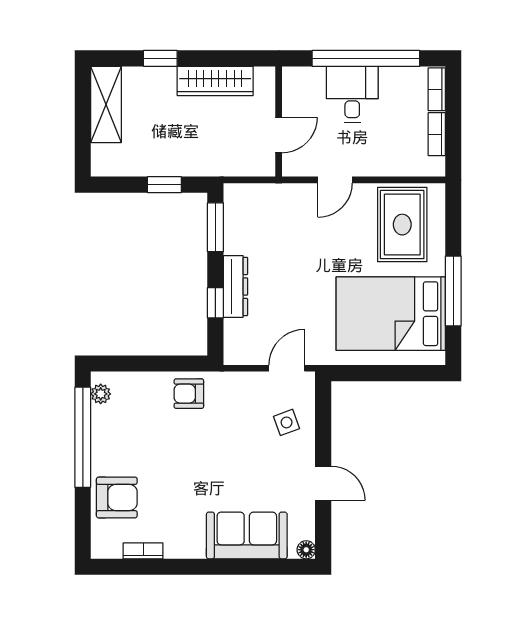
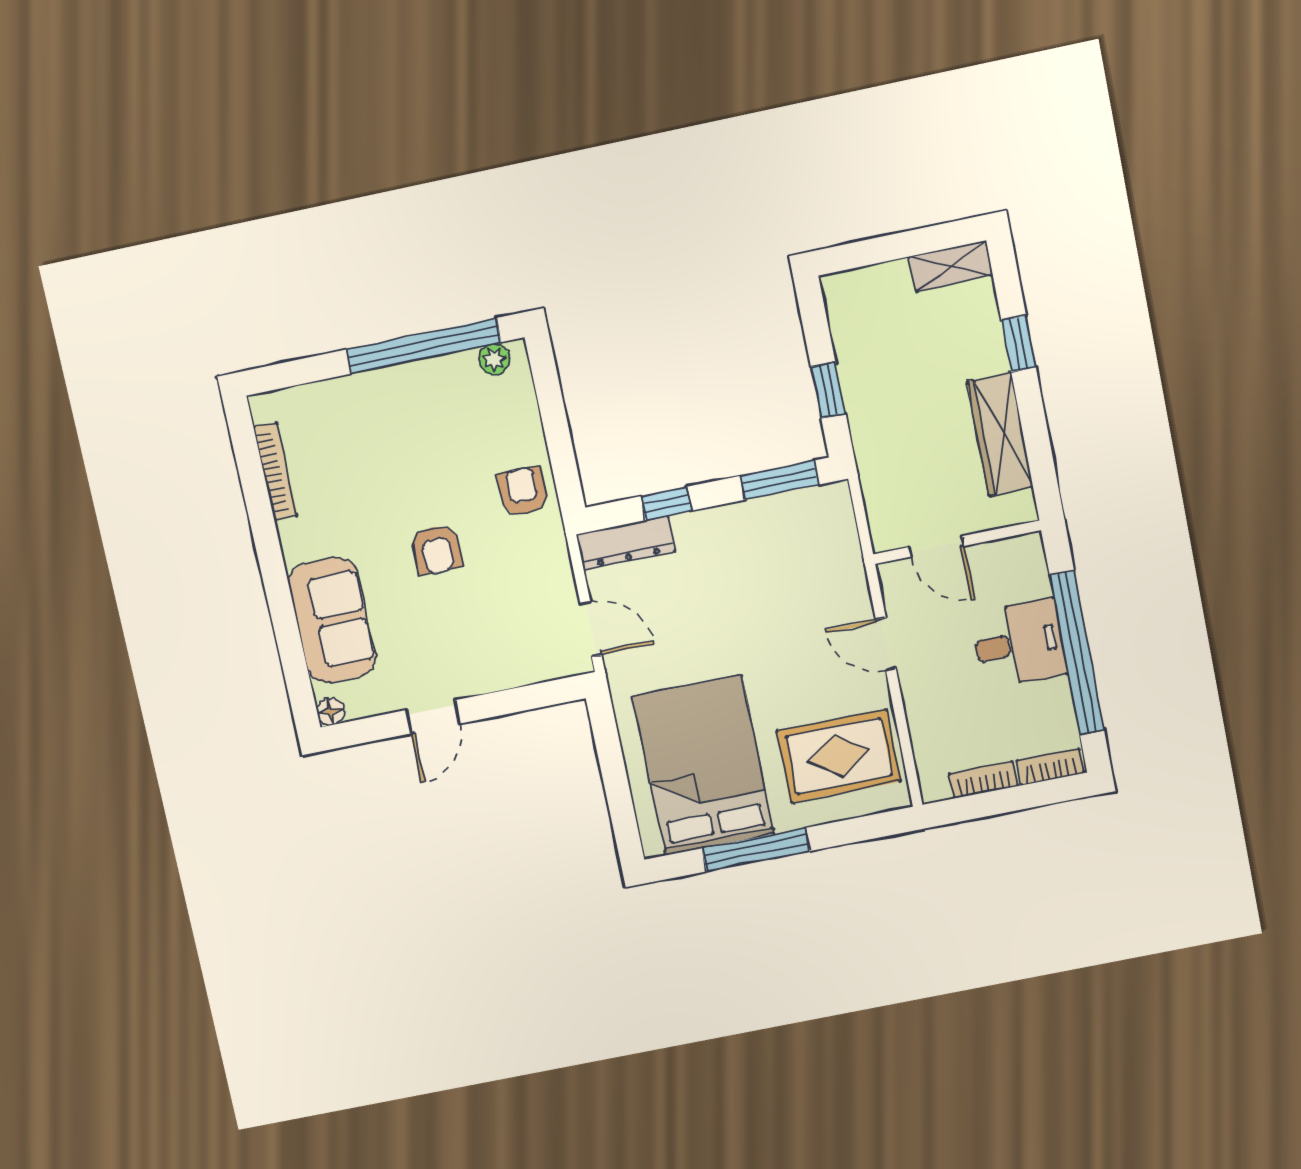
shelving: (106, 104) -> (951, 266), width x0.67, depth x0.75
dresser: (235, 286) -> (626, 543), moved
side table: (287, 422) -> (511, 645), removed
armchair: (117, 497) -> (437, 549), moved, width x0.72, depth x0.72
bookcase: (143, 551) -> (275, 471), width x1.56

